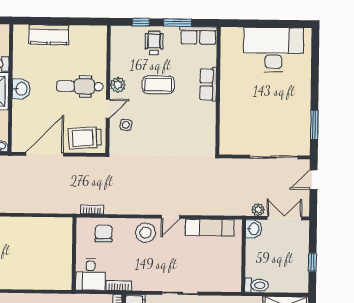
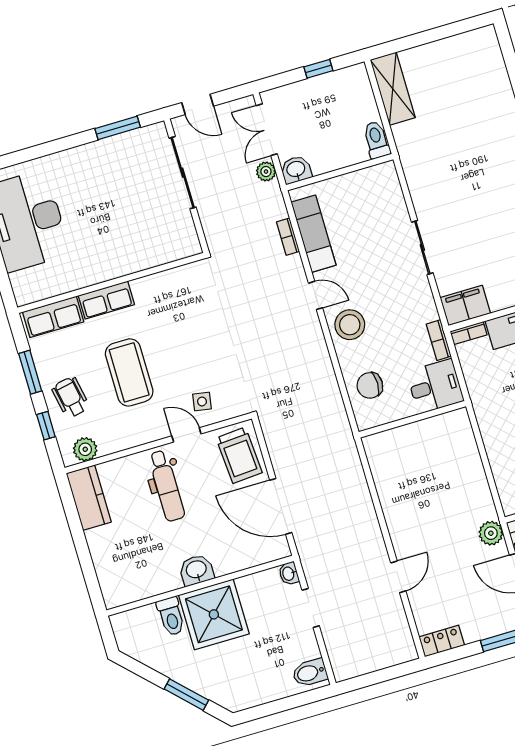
kitchen counter: (49, 35) -> (89, 498), moved
row of seats: (198, 35) -> (53, 317), moved, turned 90
wheelchair: (154, 43) -> (71, 397), turned 79
plant: (118, 85) -> (85, 449), moved
coffee table: (158, 85) -> (129, 372), width x1.36, depth x1.32
bookcase: (92, 209) -> (288, 237), moved

